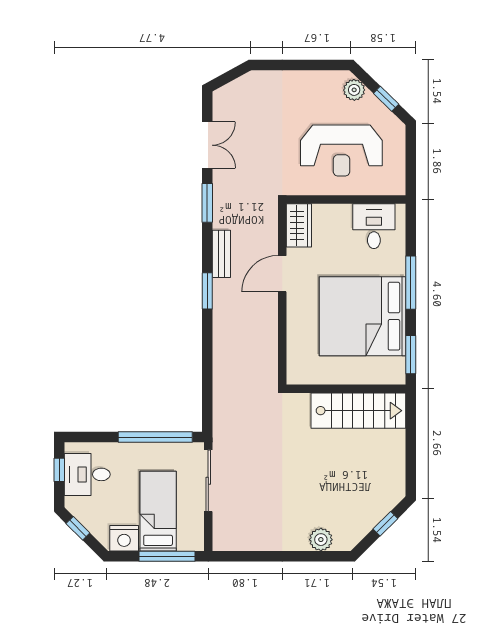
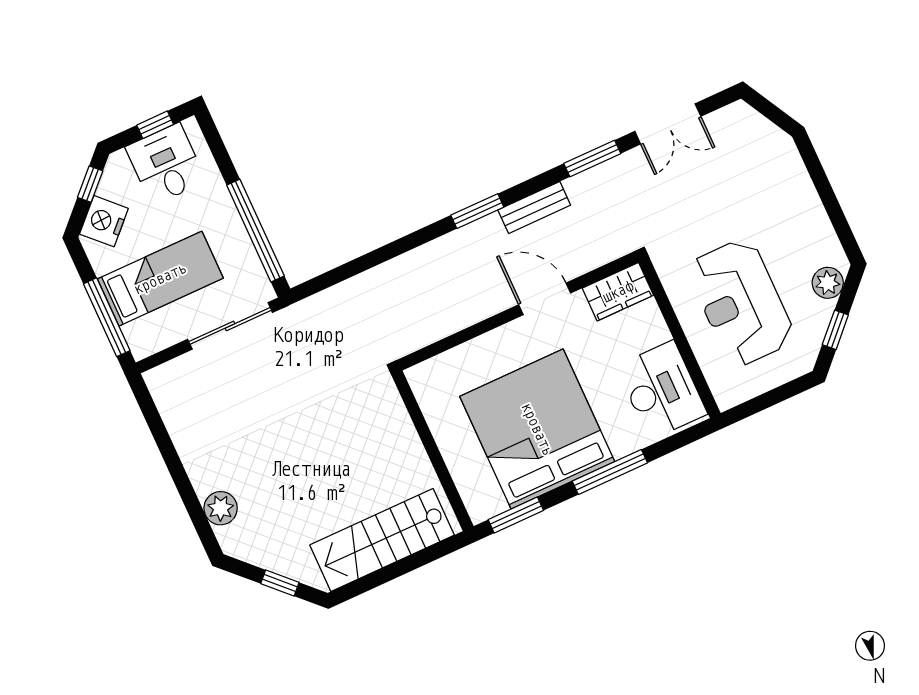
desk: (374, 226) -> (662, 390), width x1.37
stairs: (358, 411) -> (382, 540), moved, turned 90
nightstand: (124, 538) -> (104, 221), moved, turned 45

